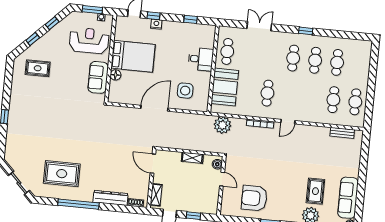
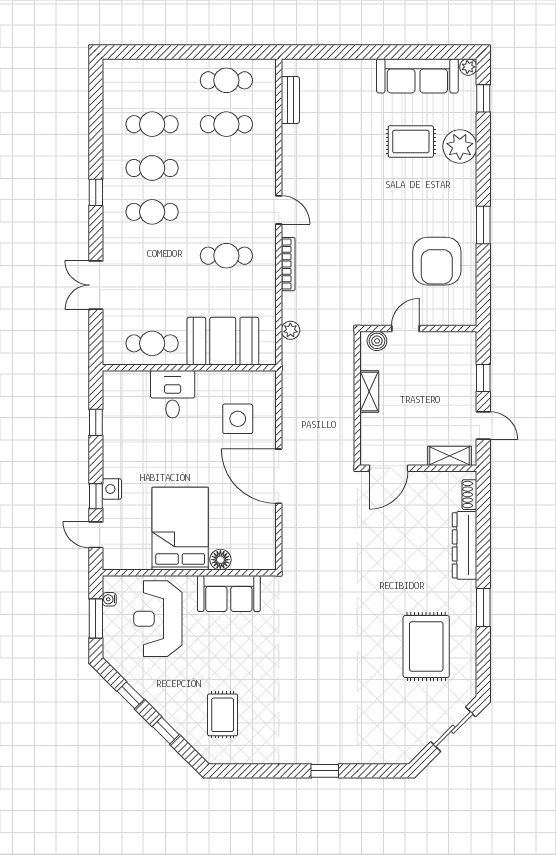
plant: (222, 125) -> (290, 330), width x0.53, depth x0.53
window: (78, 204) -> (483, 608), width x0.47

